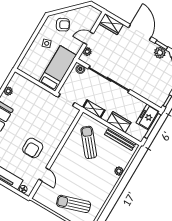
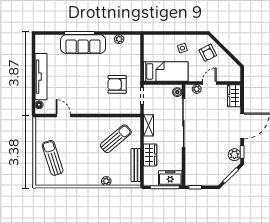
door: (89, 38) -> (209, 83), hinge flipped
armchair: (33, 148) -> (117, 84), moved
door: (44, 174) -> (63, 116), swing flipped

